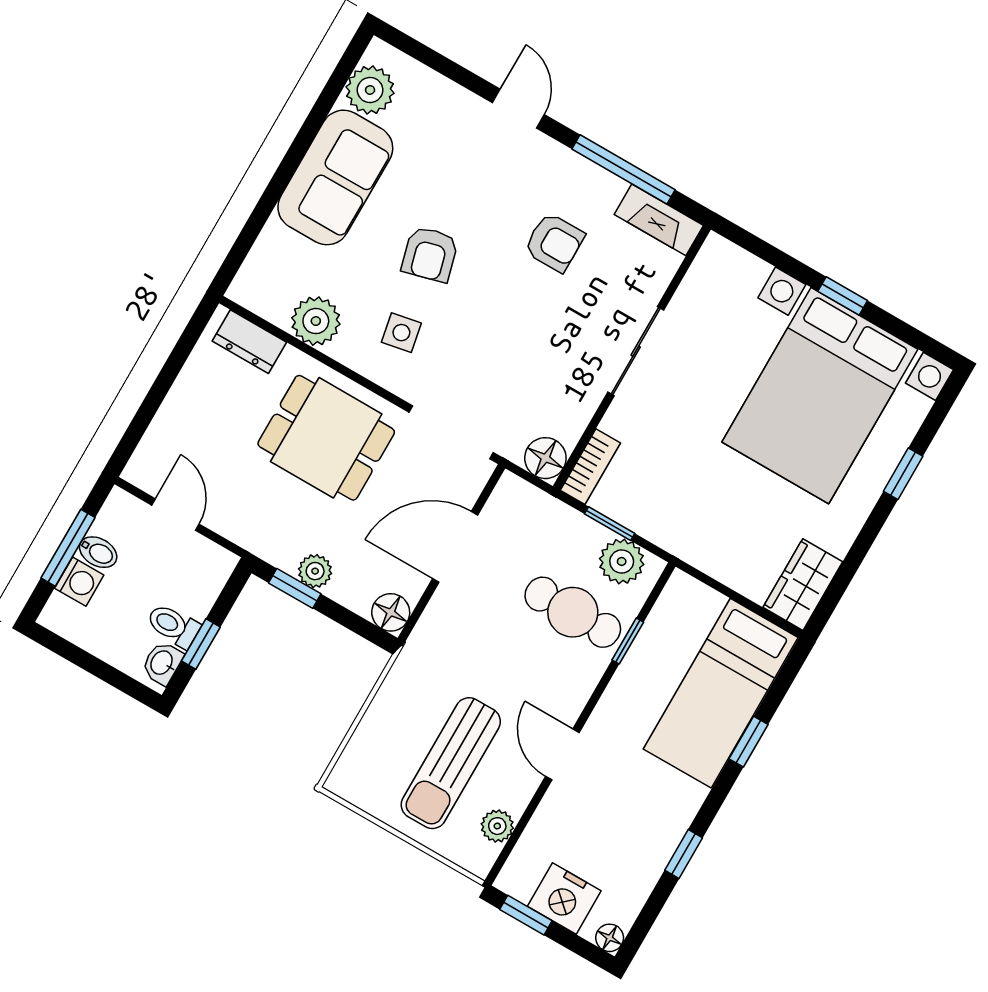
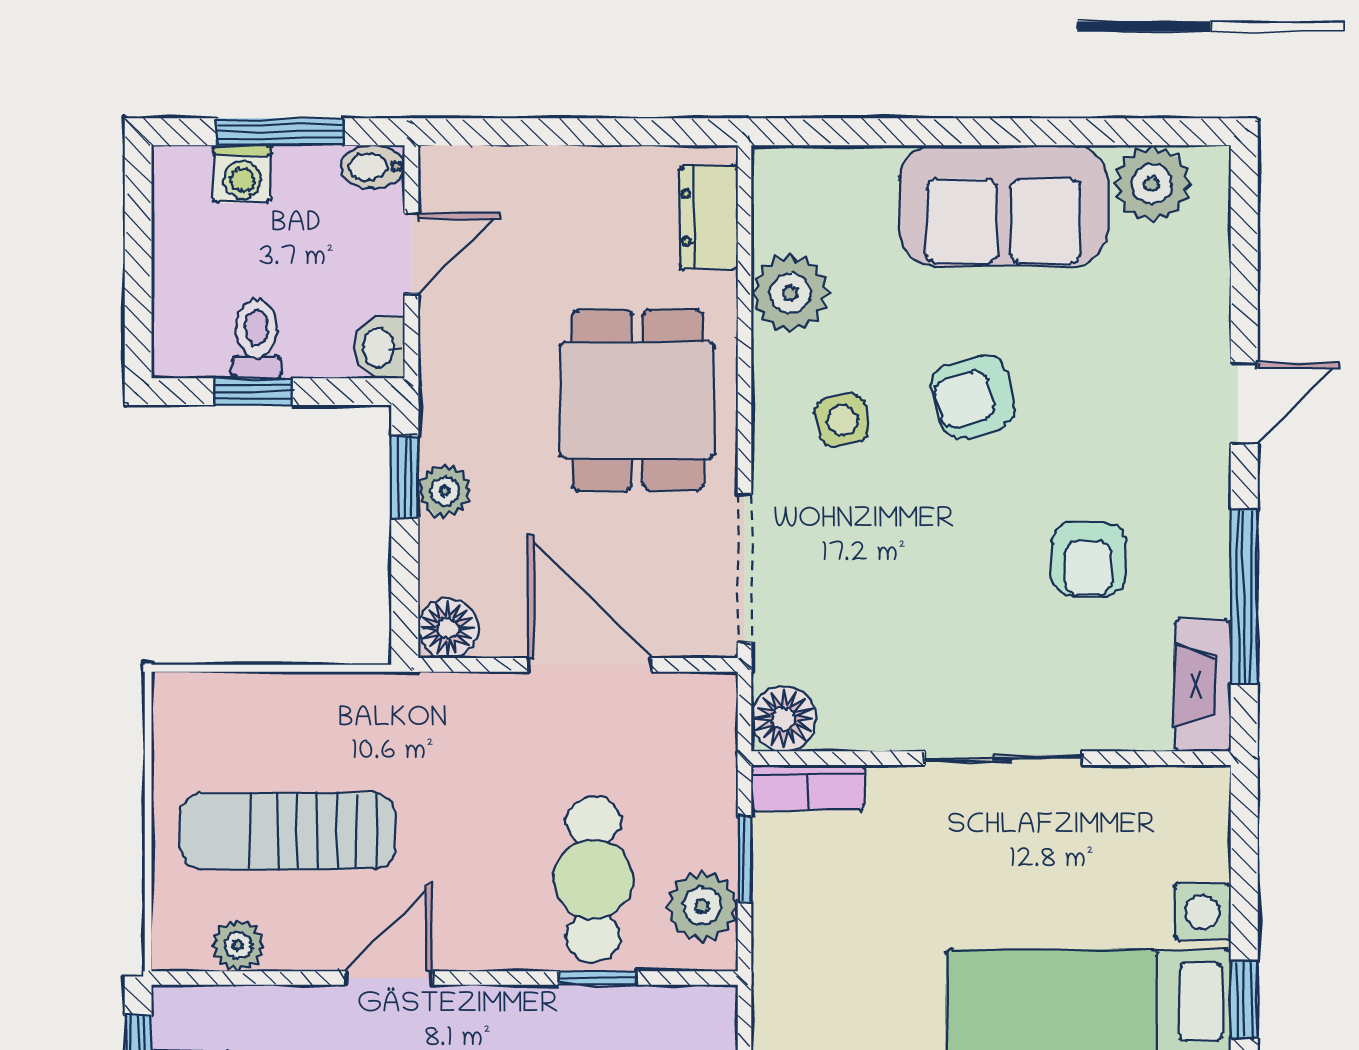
bidet: (98, 552) -> (373, 167), moved, turned 90
washbasin: (162, 663) -> (380, 348), moved, turned -90

